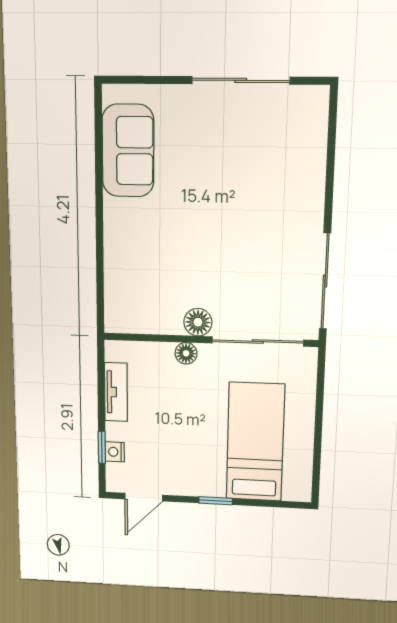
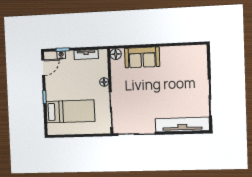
sofa: (128, 151) -> (142, 57), moved
tv unit: (309, 158) -> (182, 125), added
floor lamp: (198, 322) -> (116, 54), moved
door: (144, 497) -> (43, 68), swing flipped

